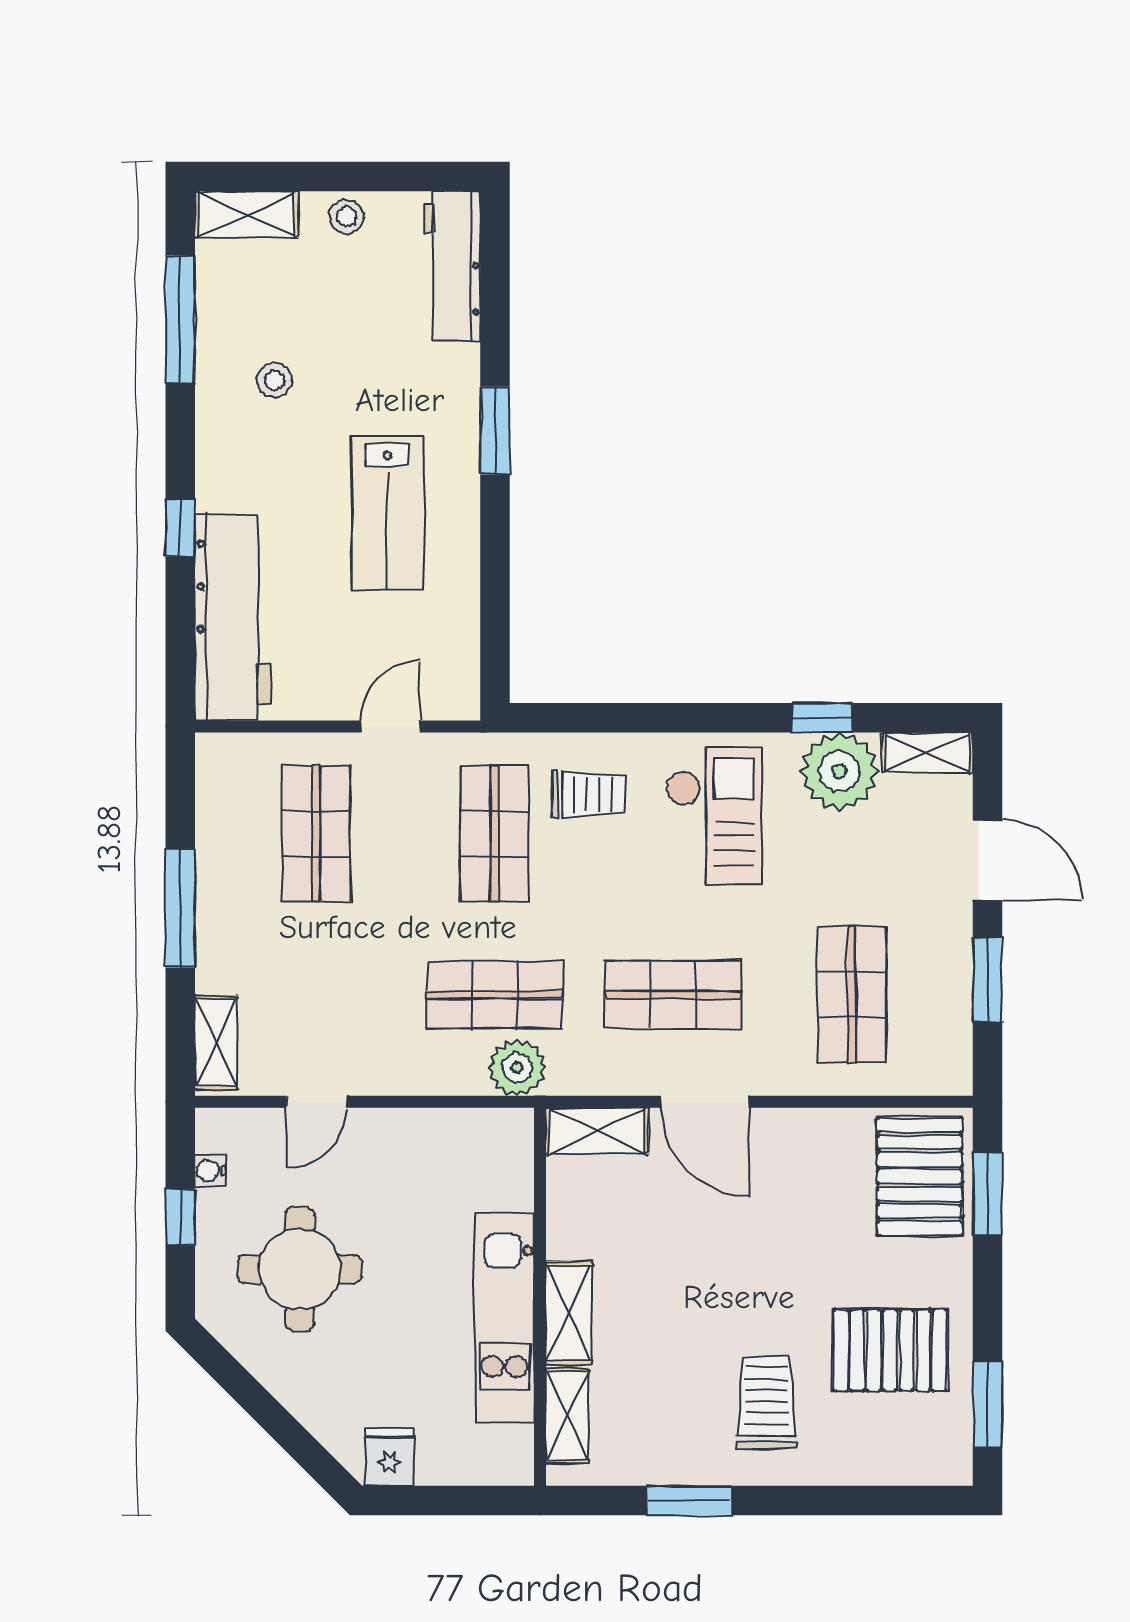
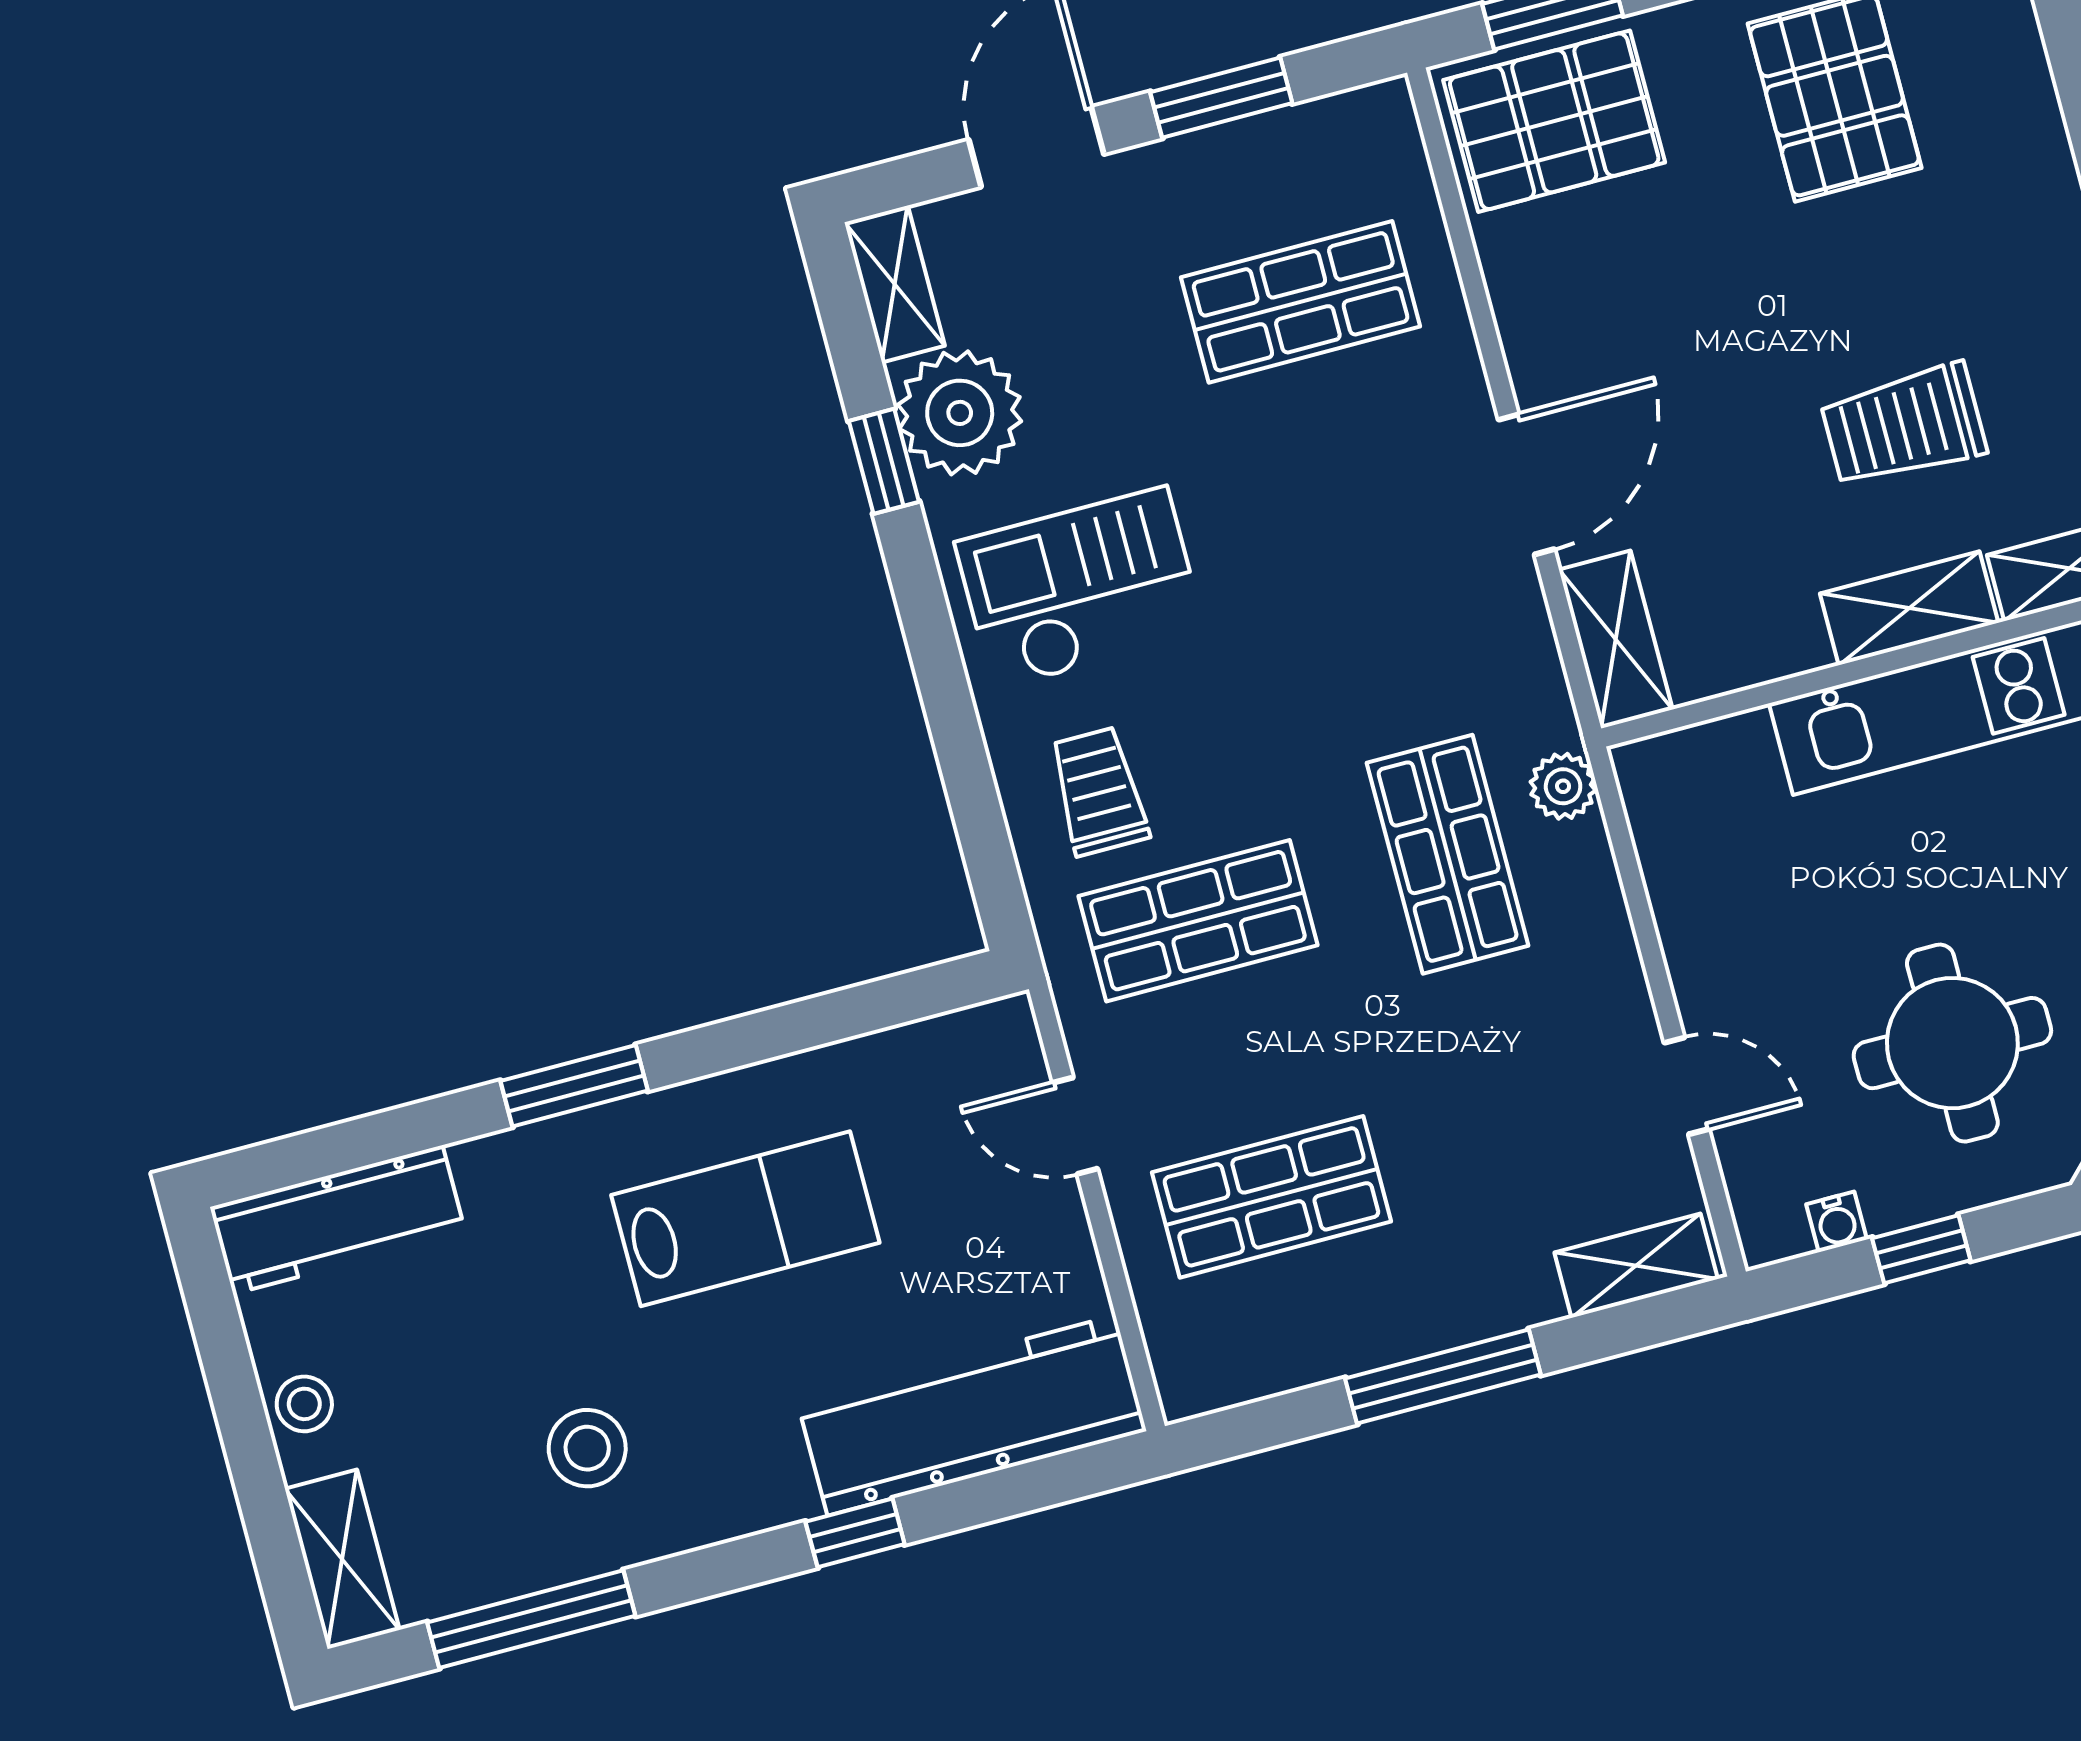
stool: (274, 380) -> (587, 1448), width x1.37, depth x1.37
shop shelf: (673, 995) -> (1374, 578), removed
plant: (517, 1068) -> (1563, 786), width x0.73, depth x0.73
trolley: (767, 1402) -> (1904, 426), moved

